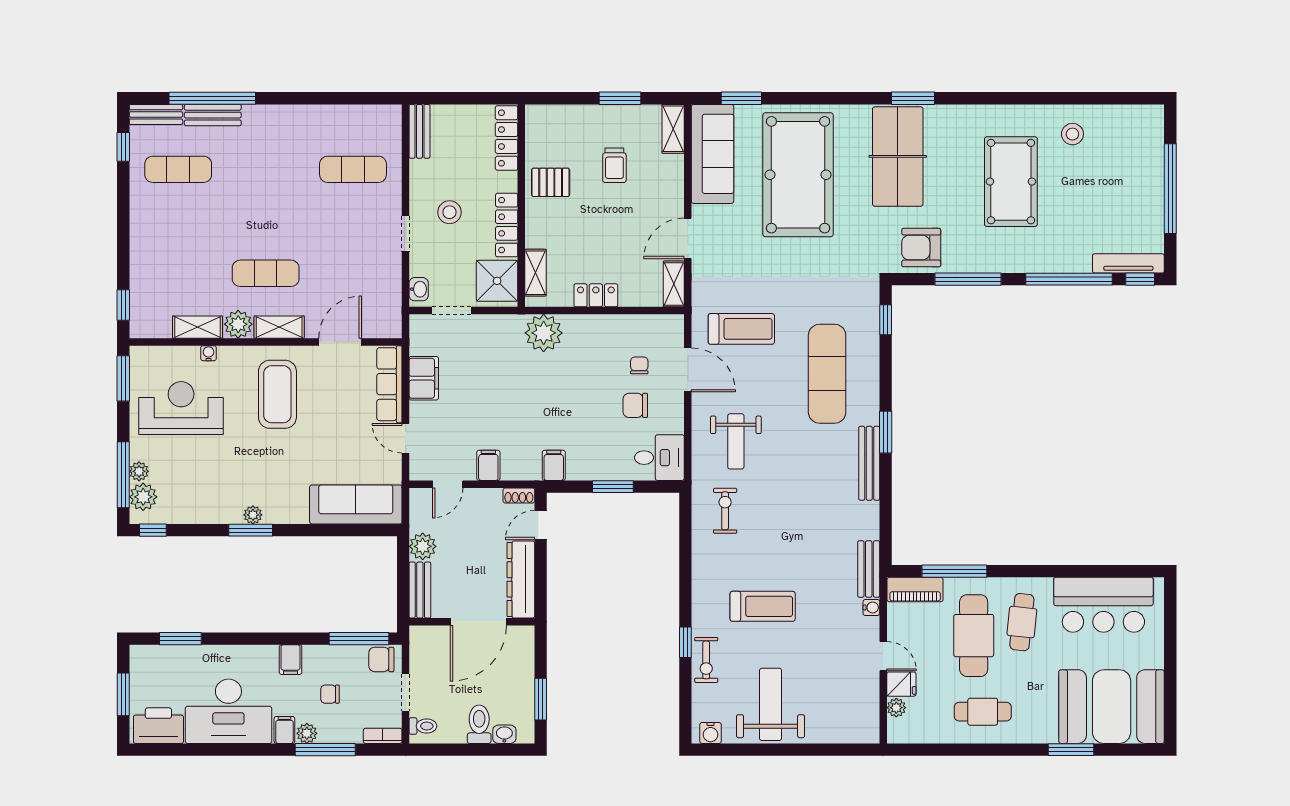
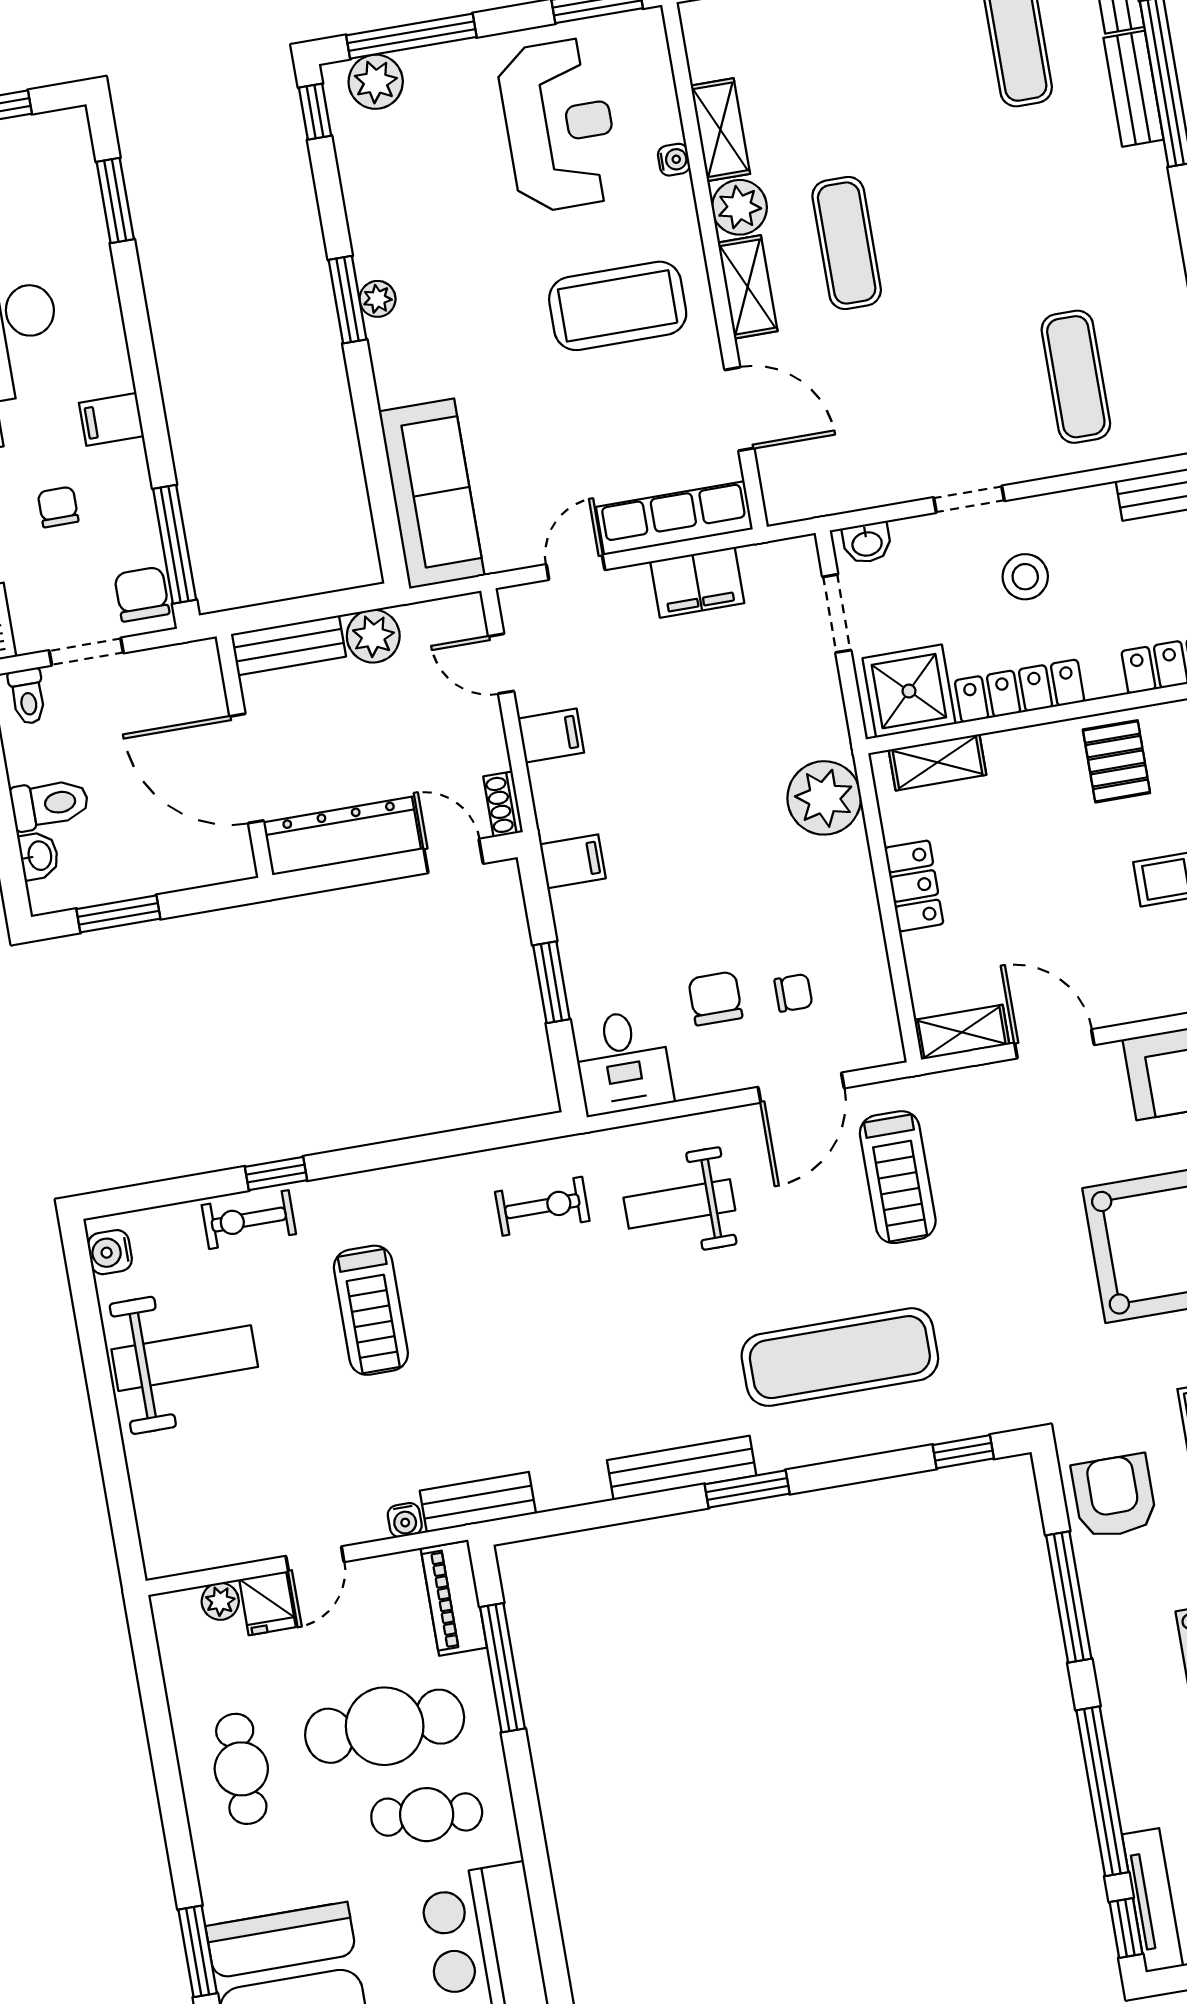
plant: (139, 471) -> (423, 65), removed

